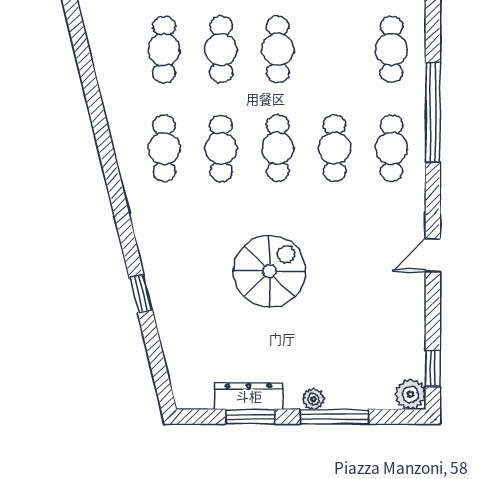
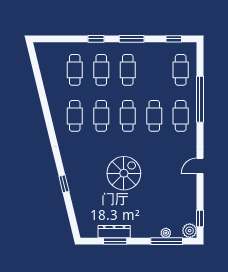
plant: (313, 399) -> (166, 233), moved
window: (334, 417) -> (167, 241), moved

